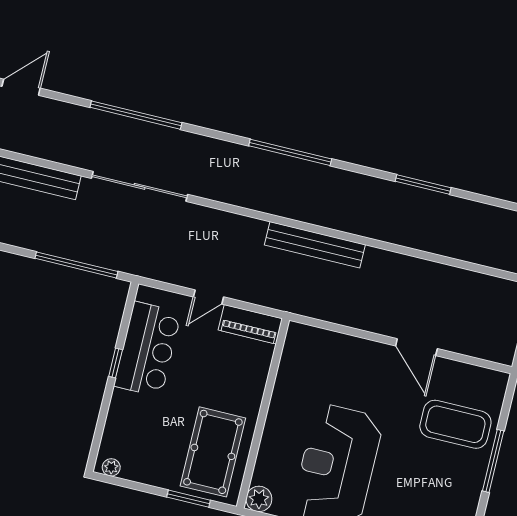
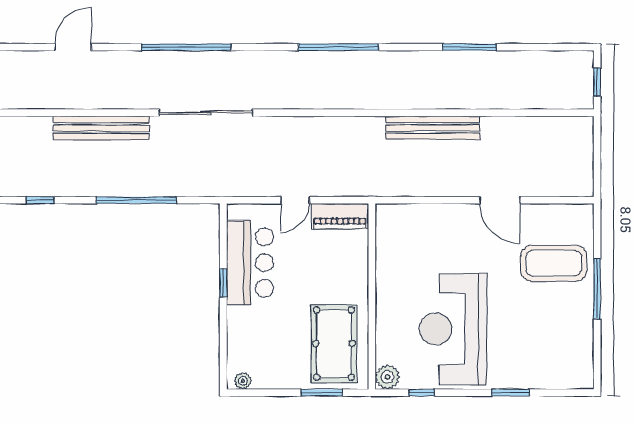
bench: (315, 245) -> (433, 128), moved
window: (76, 265) -> (136, 200), moved

